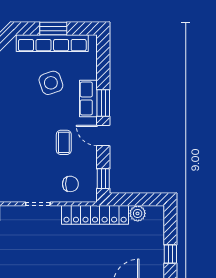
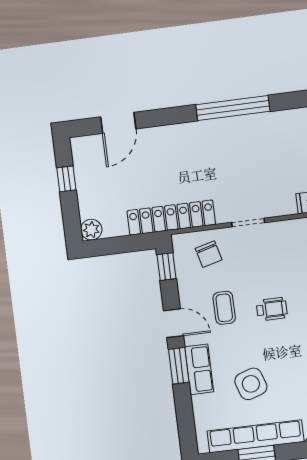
wheelchair: (28, 137) -> (272, 309), added
chair: (70, 184) -> (209, 254), turned -105
plant: (138, 213) -> (91, 230), moved

